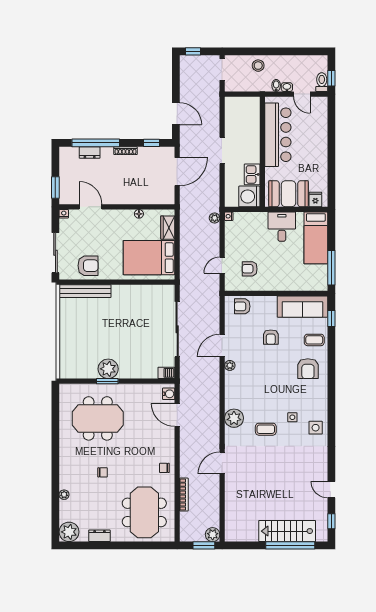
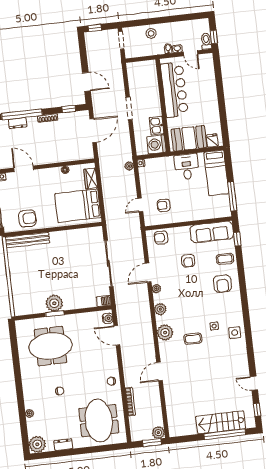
plant: (232, 390) -> (160, 309), added

